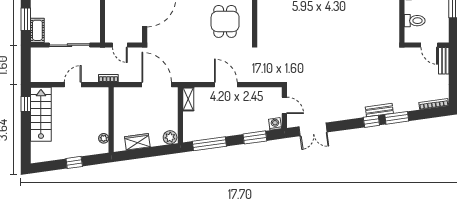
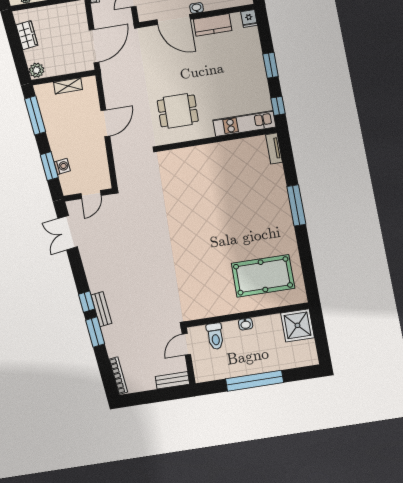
door: (429, 45) -> (186, 344), moved
shelving: (188, 99) -> (68, 86), moved
washing machine: (275, 124) -> (62, 166), moved

